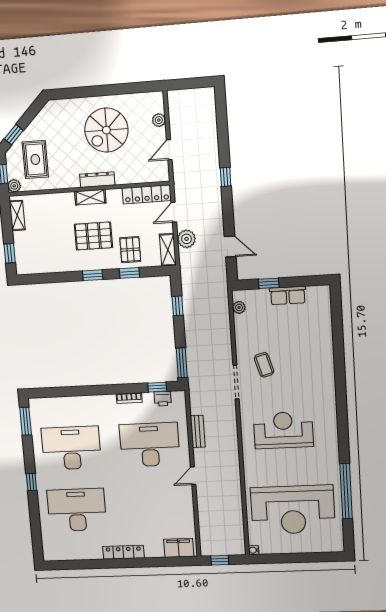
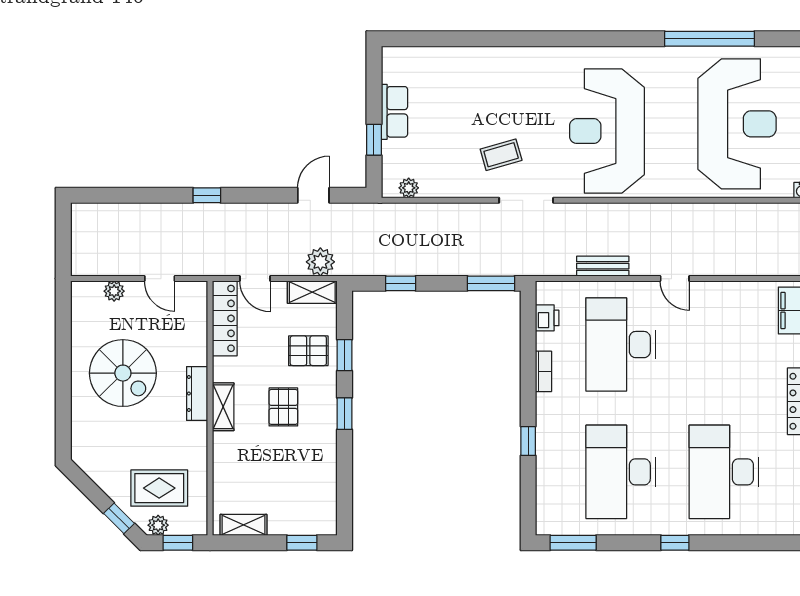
plant: (14, 186) -> (158, 525), moved
pallet: (93, 236) -> (283, 407), width x0.67, depth x0.71
plant: (186, 239) -> (320, 262), moved
window: (157, 387) -> (528, 441), moved
reception desk: (283, 430) -> (607, 131), width x1.36, depth x1.30

